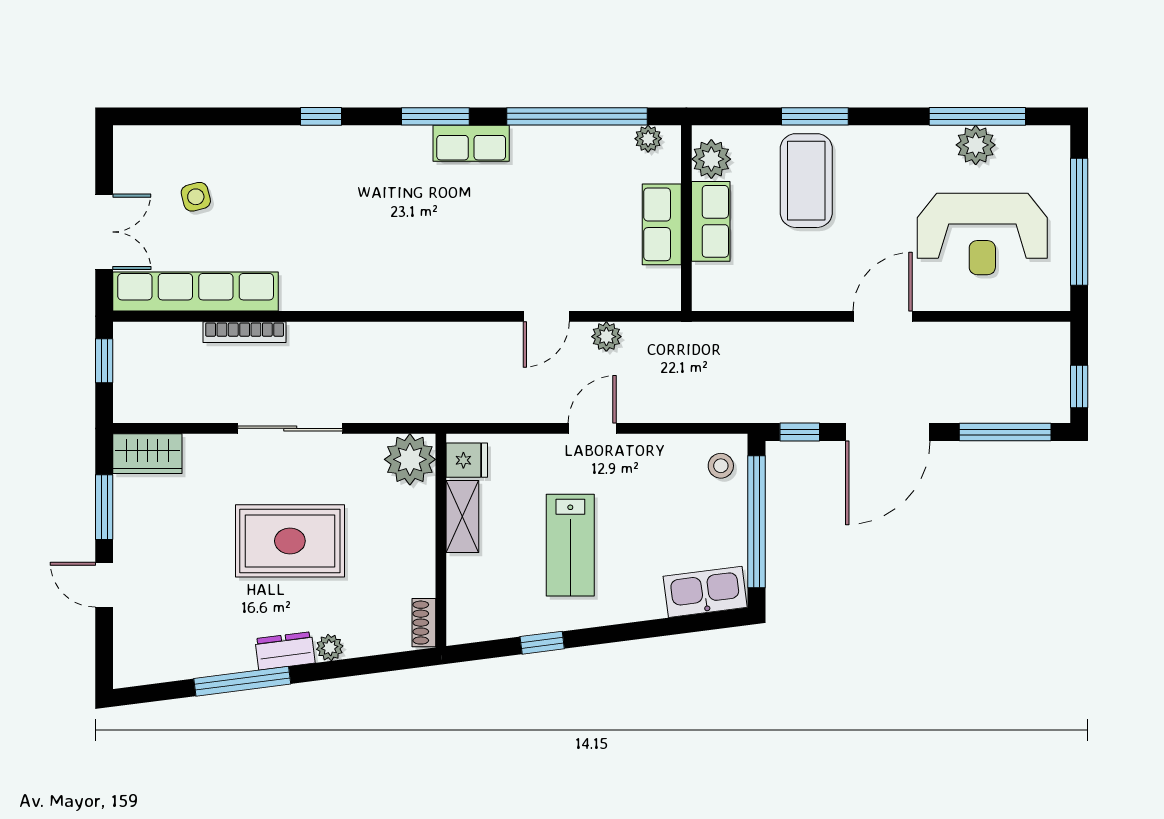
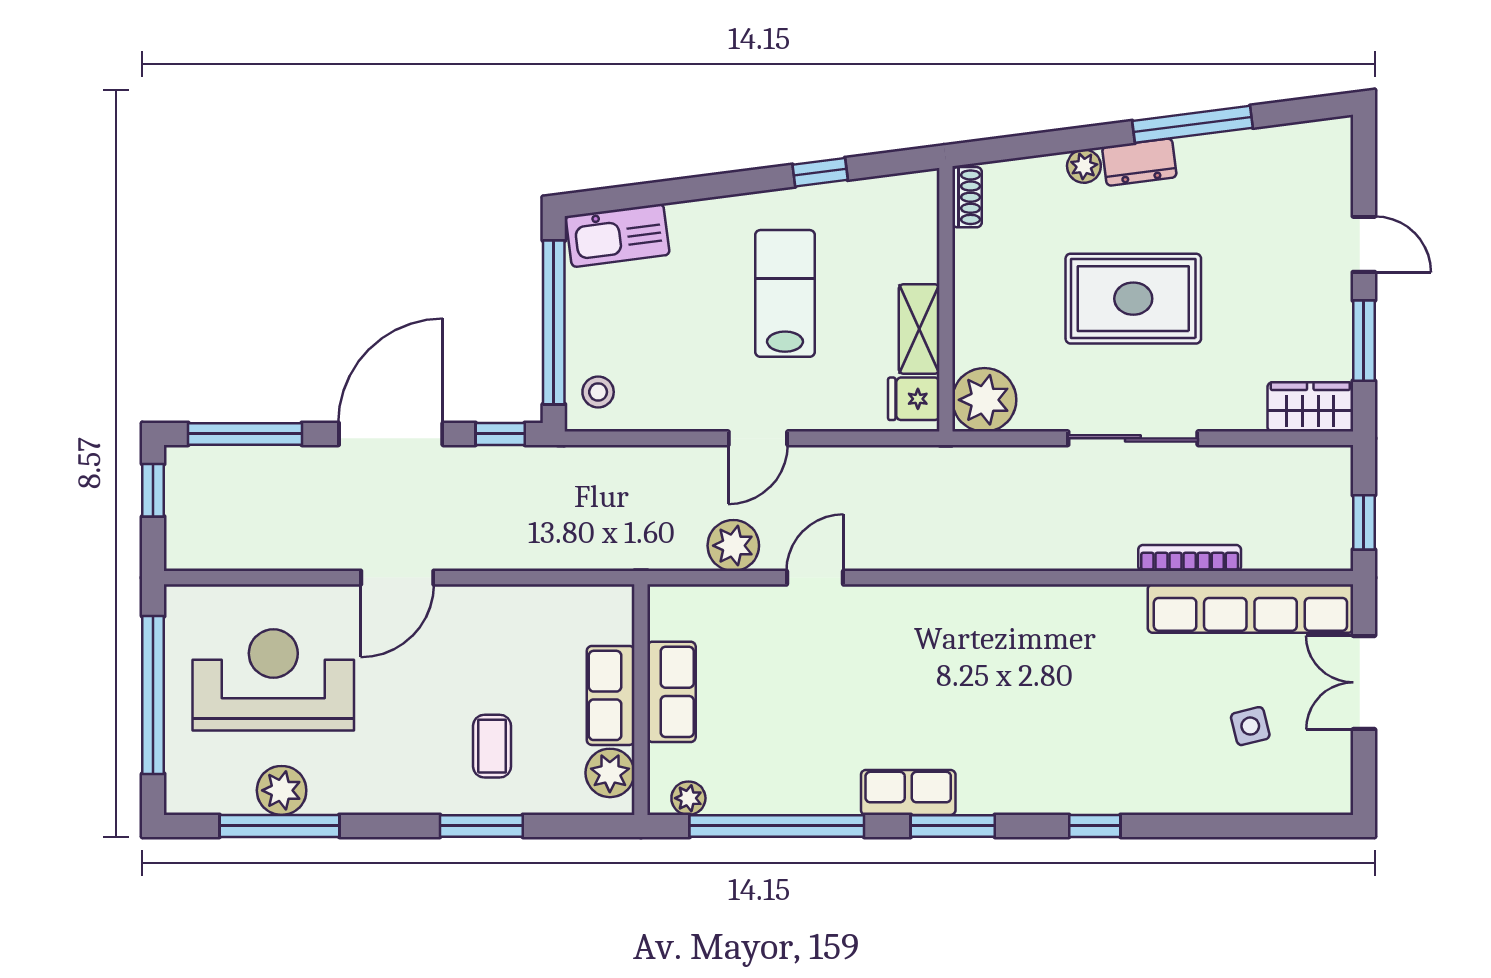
coffee table: (806, 181) -> (492, 746), width x0.54, depth x0.58
plant: (606, 337) -> (733, 546), width x1.38, depth x1.38

